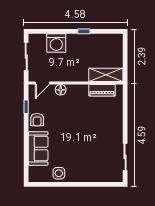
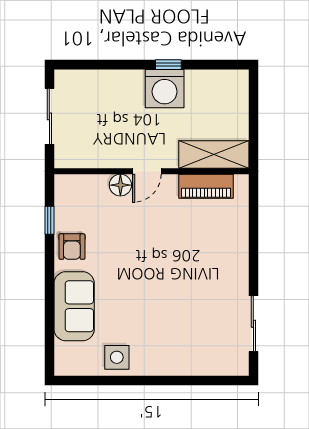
washing machine: (56, 43) -> (165, 89), moved
door: (42, 83) -> (147, 171), moved

